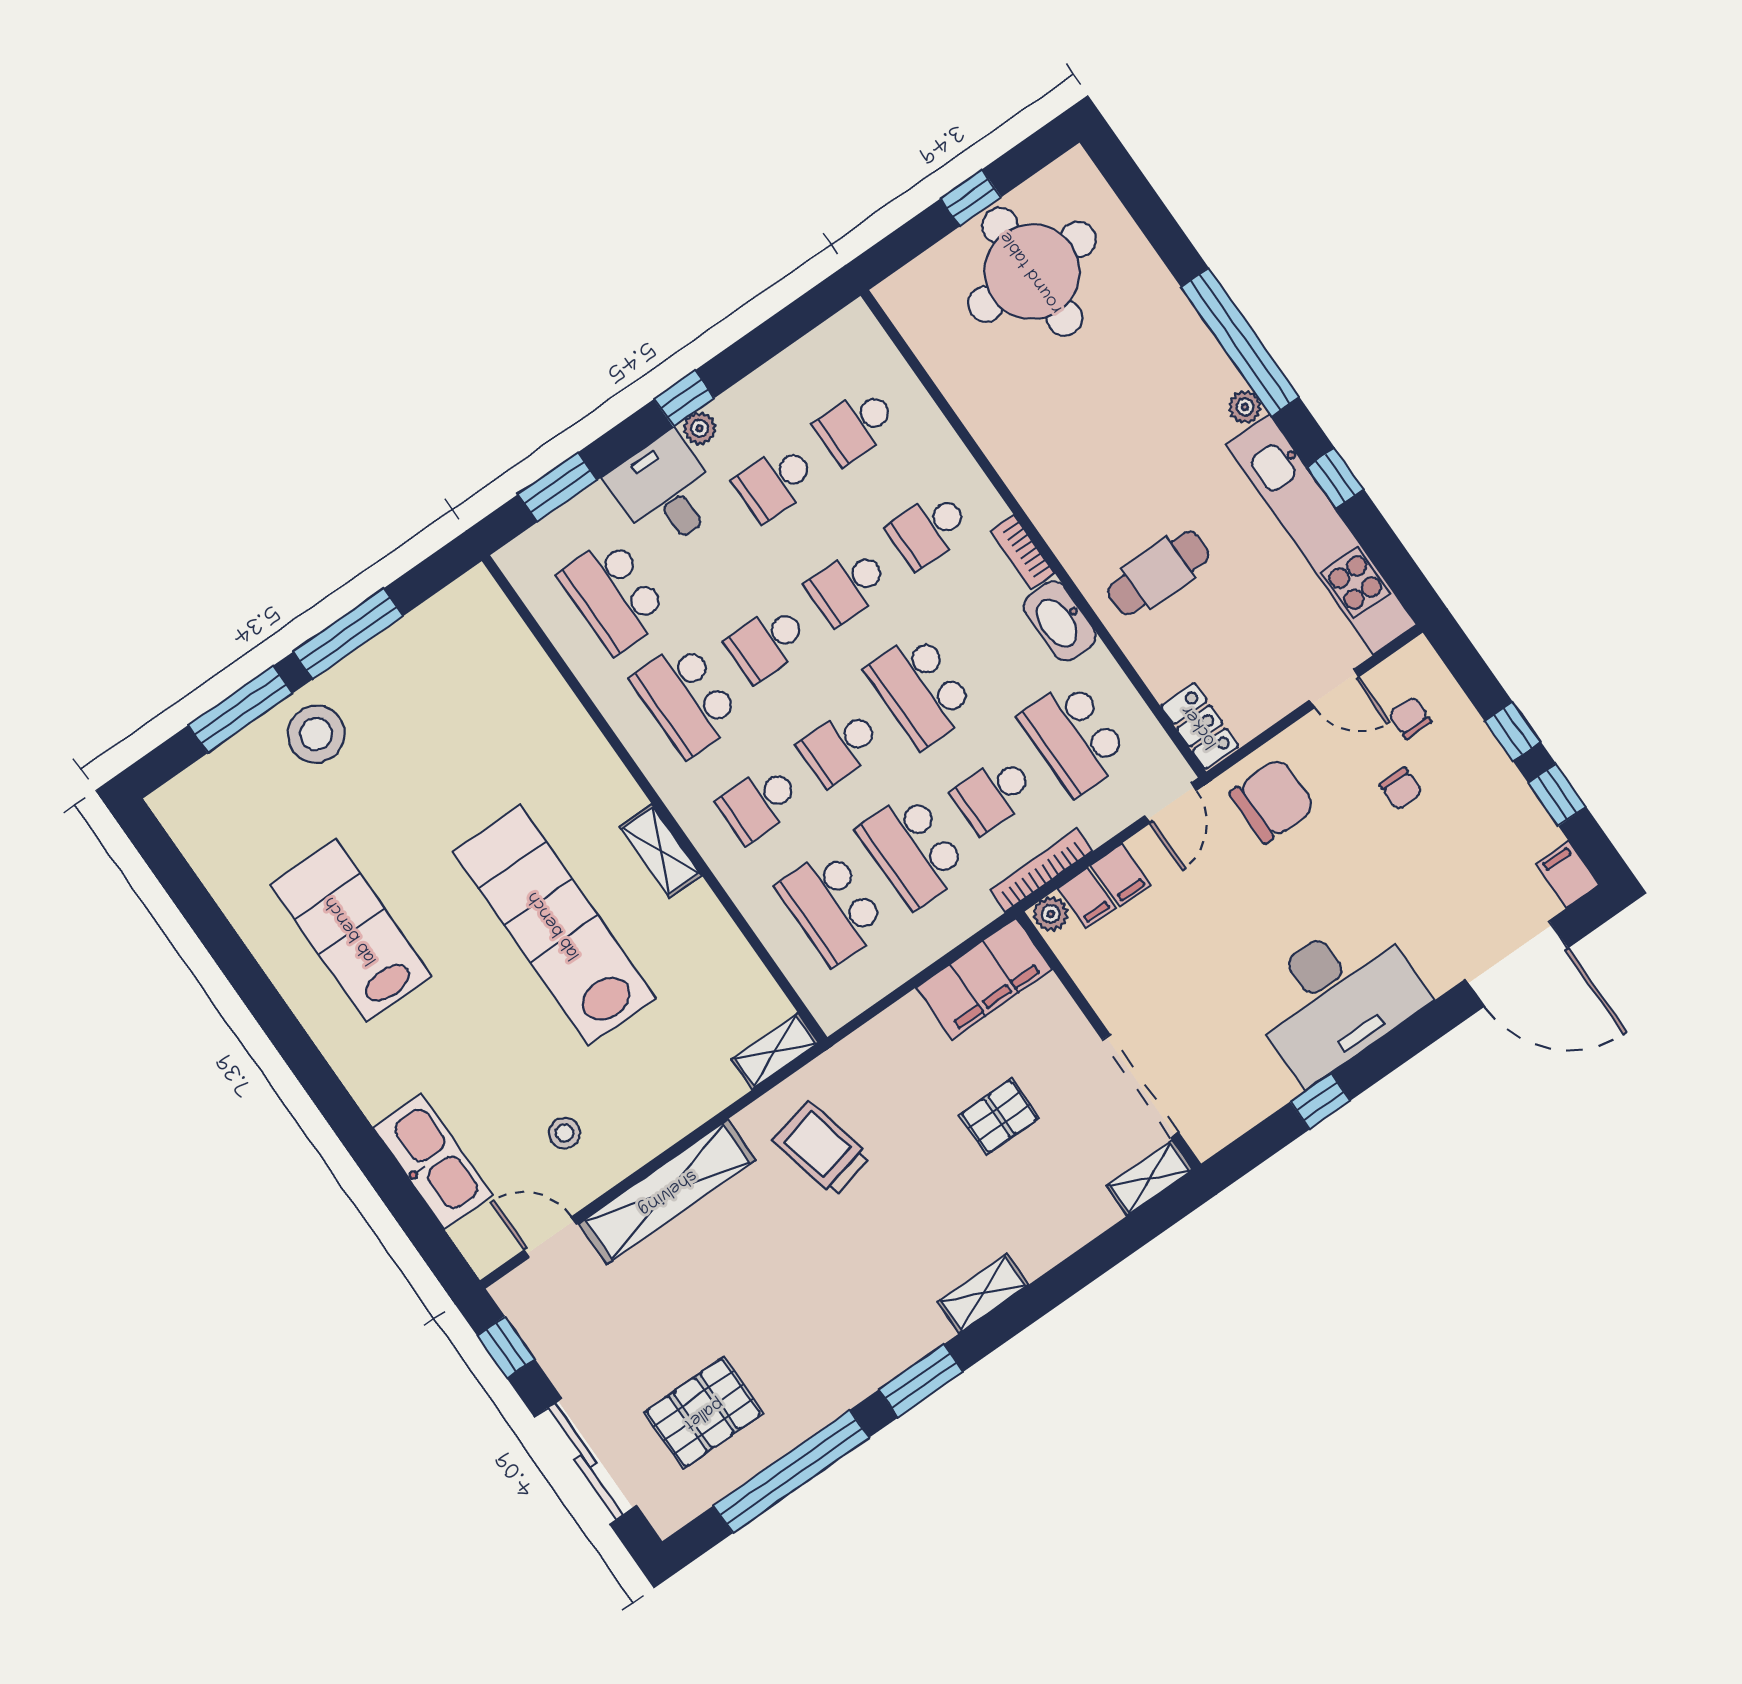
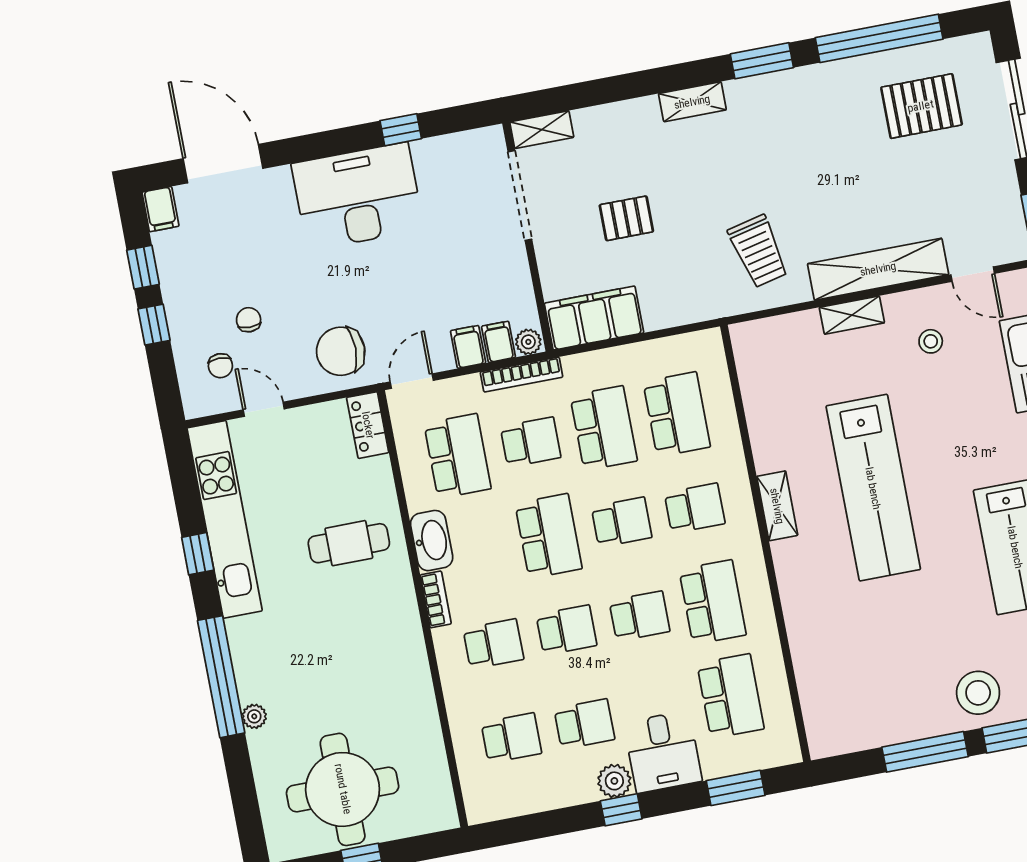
plant: (1245, 407) -> (254, 716), moved
plant: (700, 428) -> (614, 781), width x1.38, depth x1.38
shelving: (775, 1051) -> (852, 315), moved

